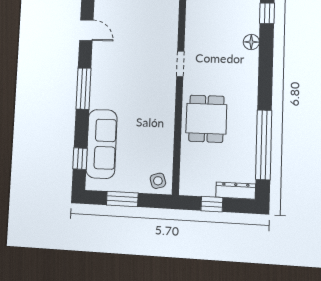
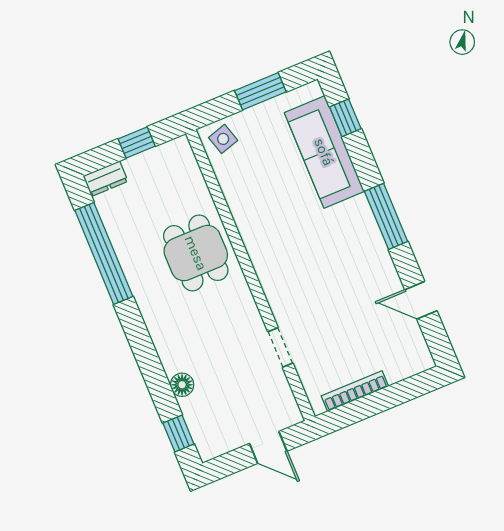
doorway: (180, 64) -> (280, 347), moved
dresser: (236, 191) -> (106, 179), width x0.70

